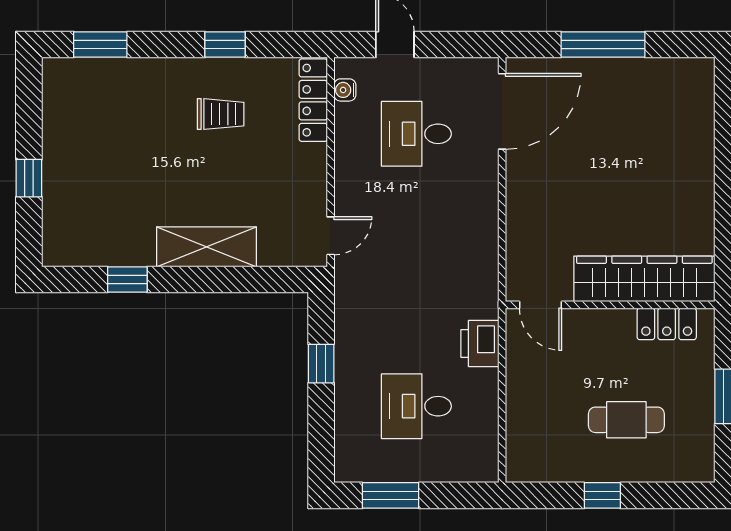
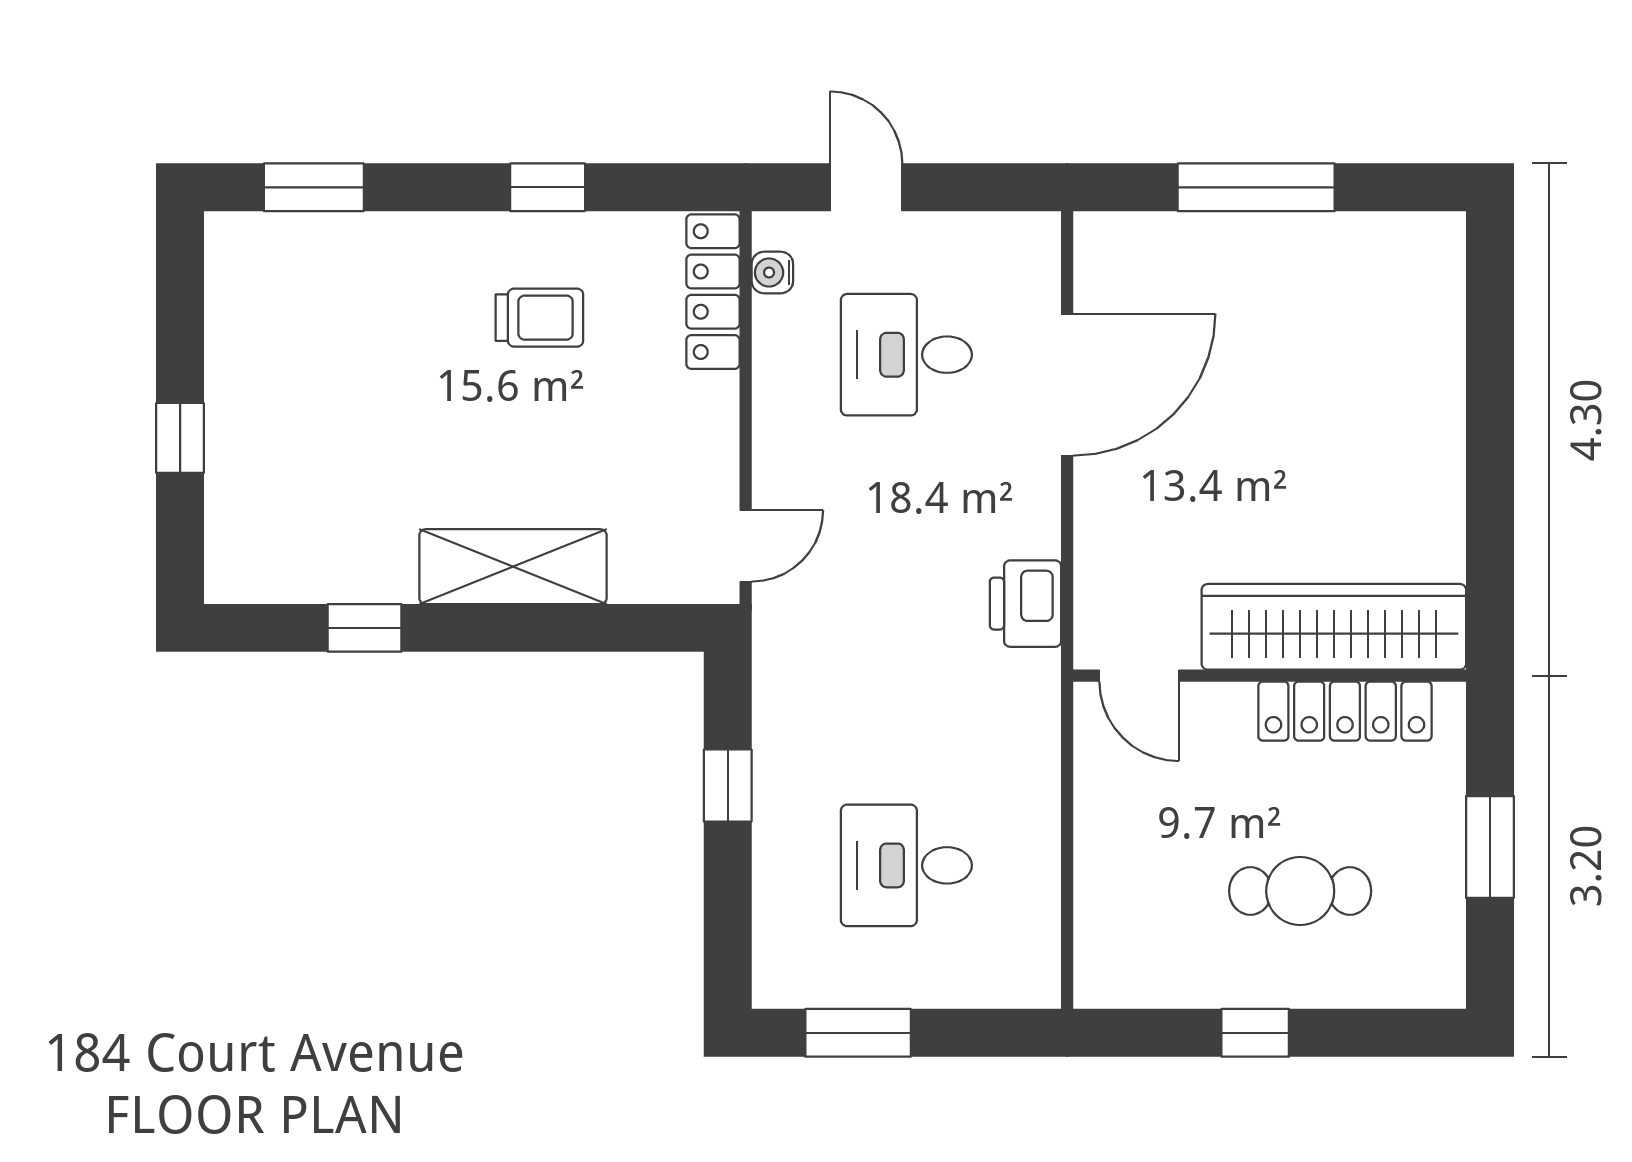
door: (502, 111) -> (1067, 385), moved
locker: (667, 324) -> (1345, 711), width x1.53
printer: (480, 343) -> (1025, 604), moved

